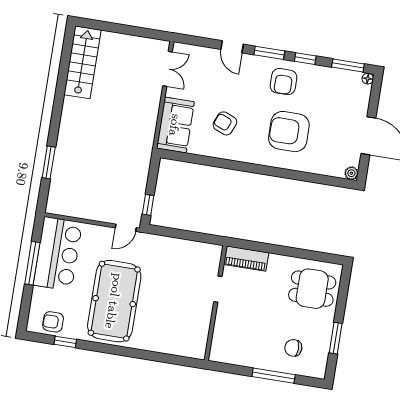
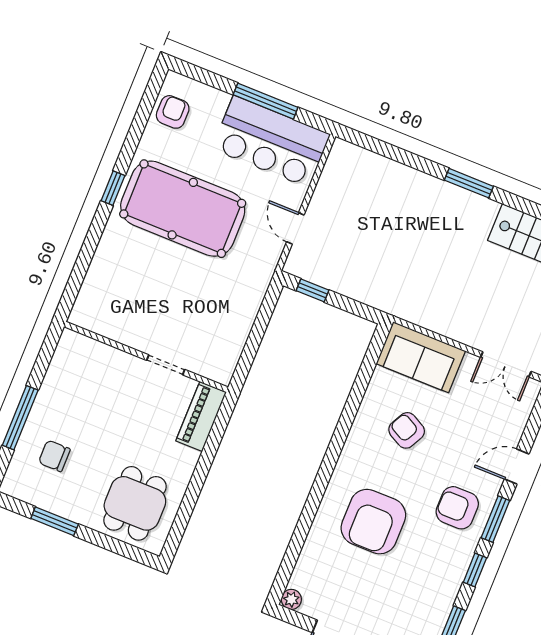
armchair: (284, 82) -> (457, 508), moved
armchair: (225, 123) -> (407, 430), turned -84
armchair: (289, 132) -> (373, 522), turned 180
window: (49, 162) -> (469, 183), moved
door: (126, 228) -> (295, 228), moved
window: (65, 342) -> (113, 188), moved
chair: (293, 348) -> (54, 456), turned -90

